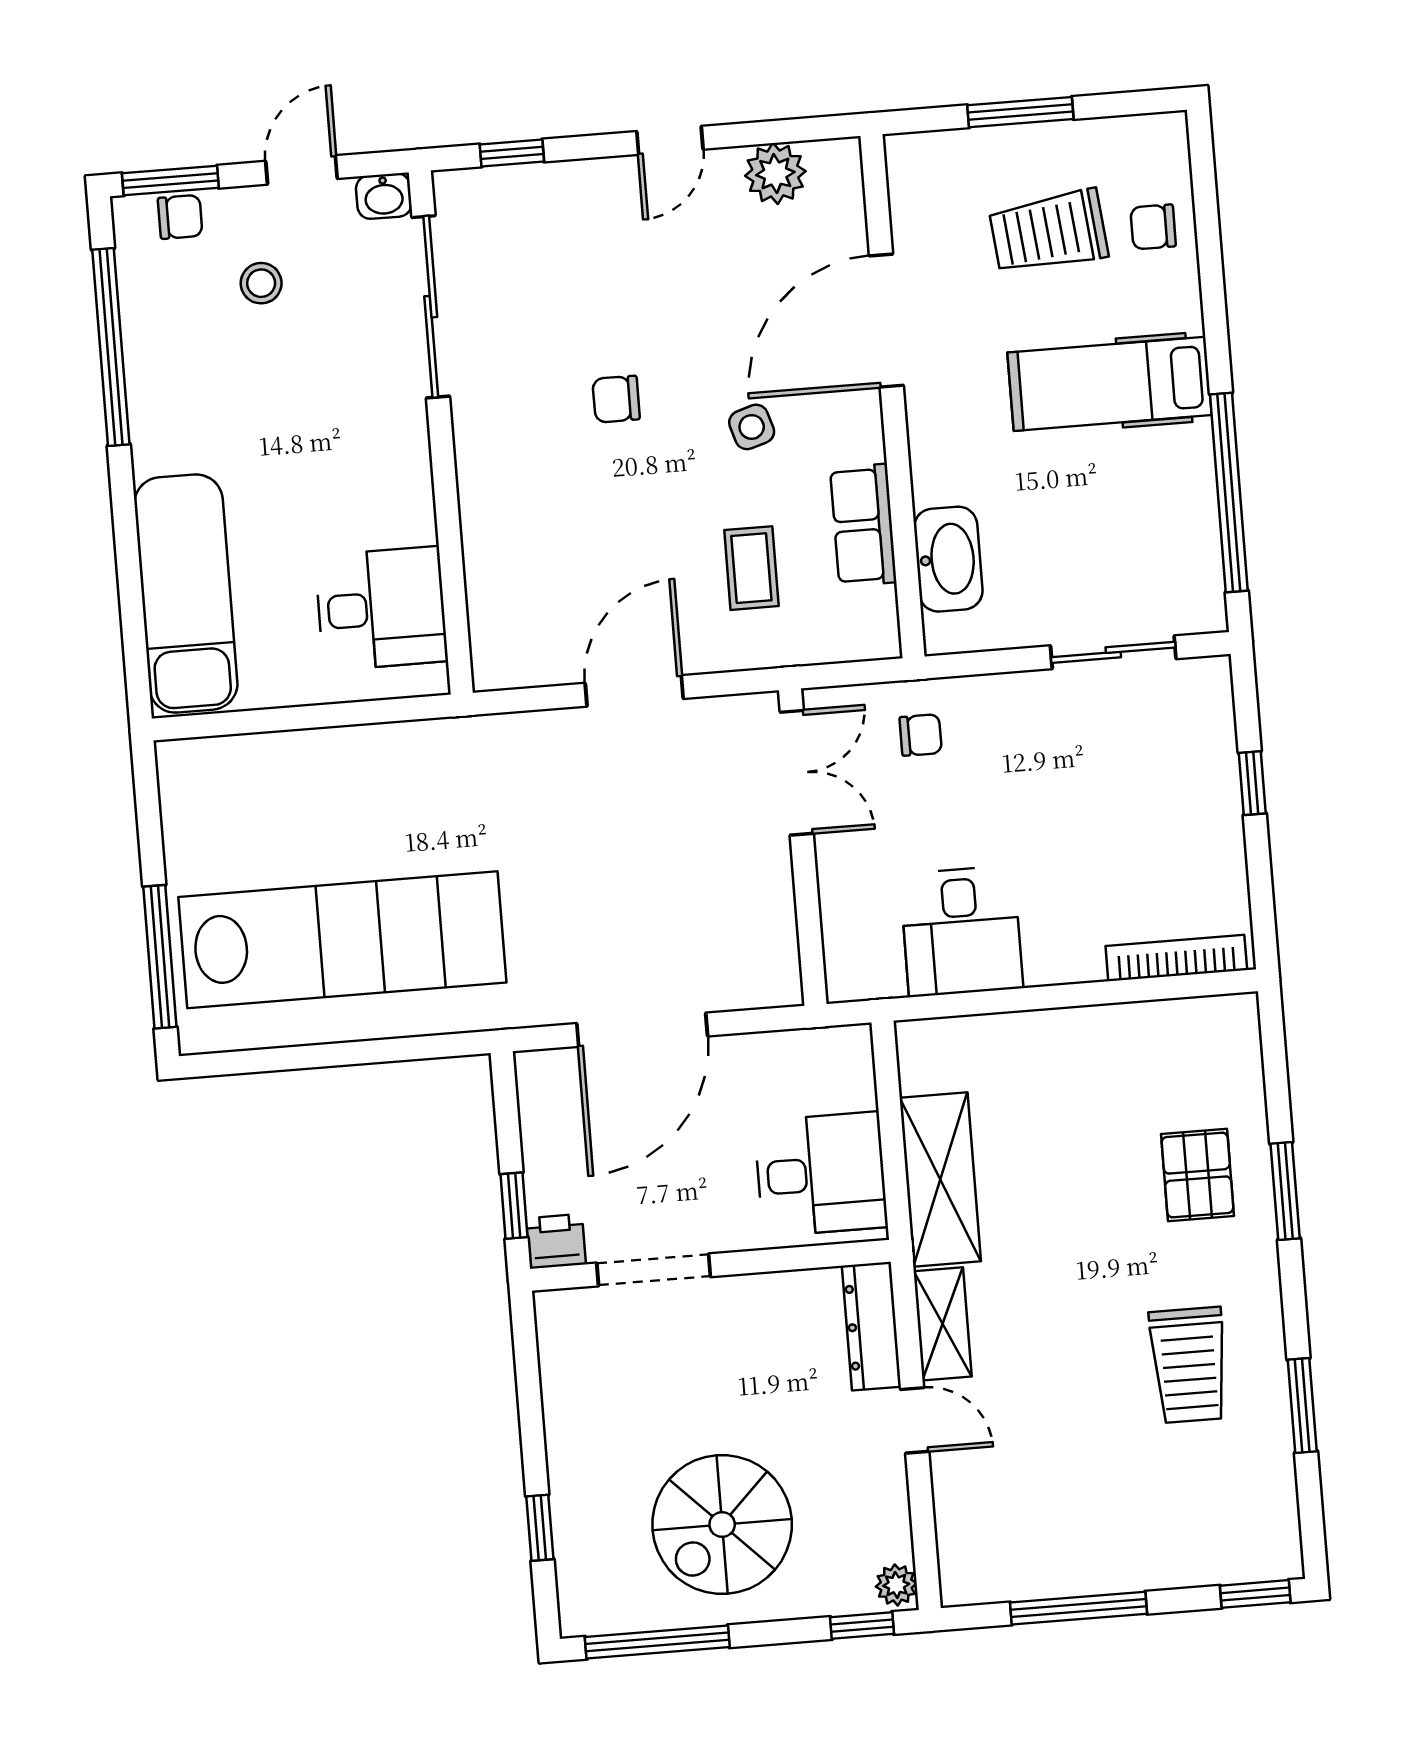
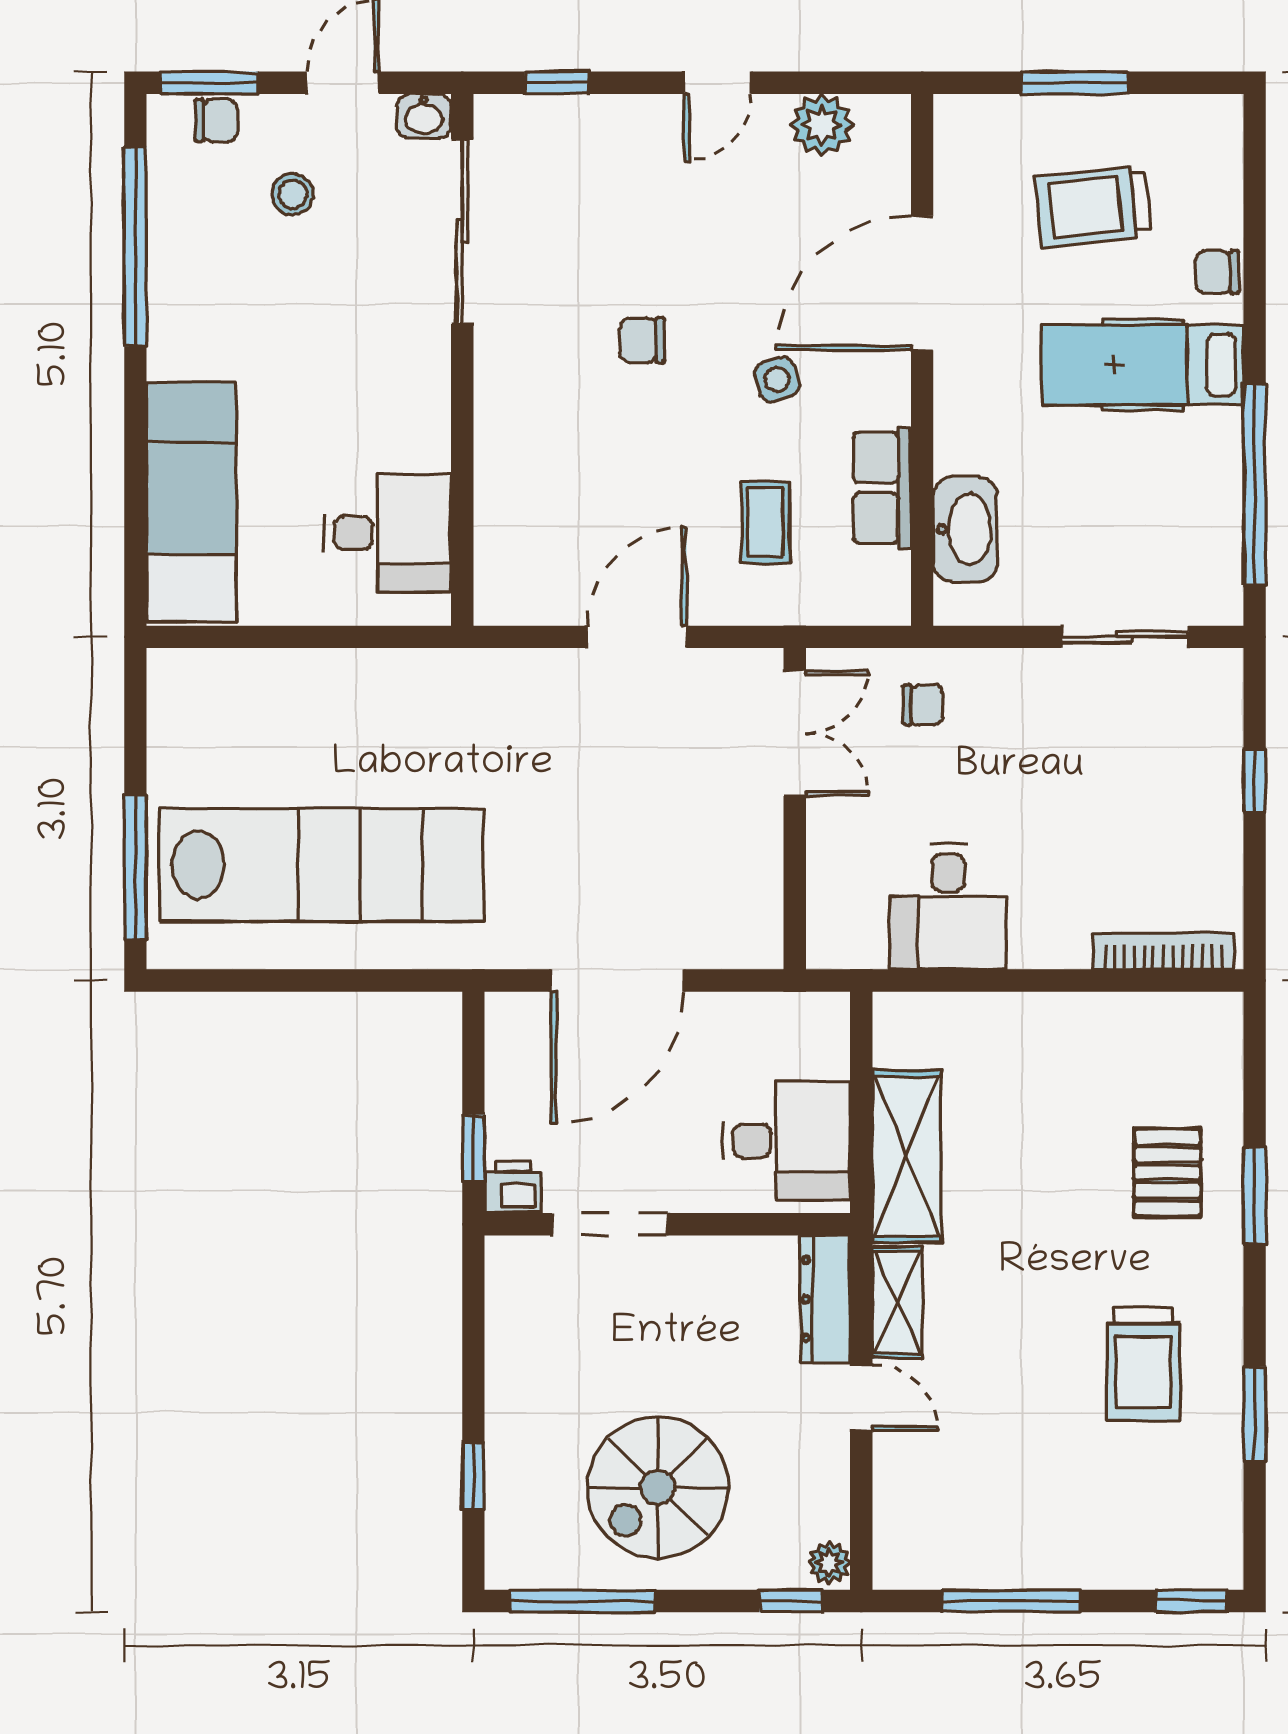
chair: (1153, 227) -> (1217, 272), moved

